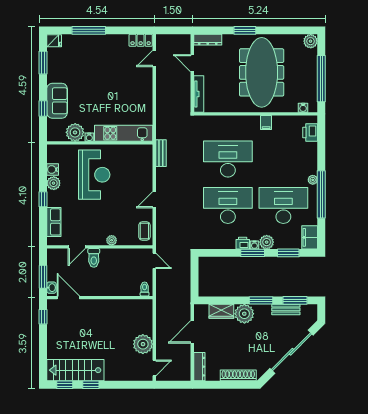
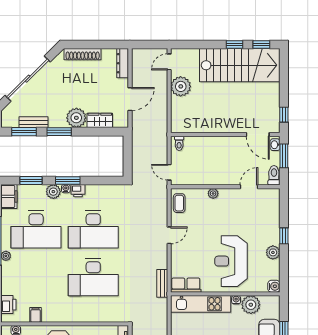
filing cabinet: (266, 123) -> (36, 315), moved
water cooler: (53, 170) -> (274, 286), moved
row of seats: (54, 222) -> (186, 285), moved, turned 90
toilet: (94, 258) -> (274, 175), moved
stairs: (75, 370) -> (240, 65), width x1.36, depth x1.51

